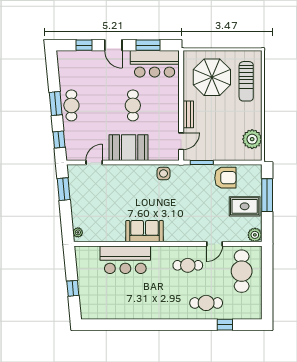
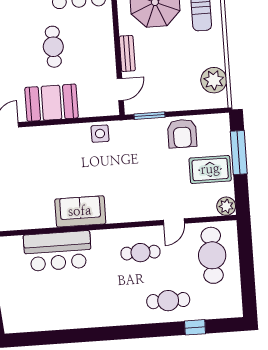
armchair: (225, 178) -> (182, 133), turned 90

